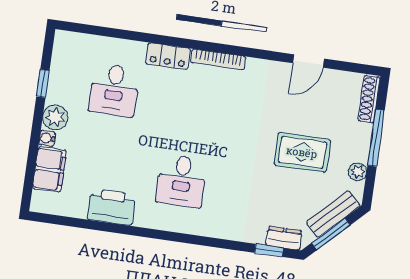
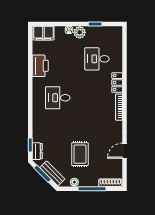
door: (308, 61) -> (124, 151), hinge flipped
filing cabinet: (49, 170) -> (44, 33), moved

